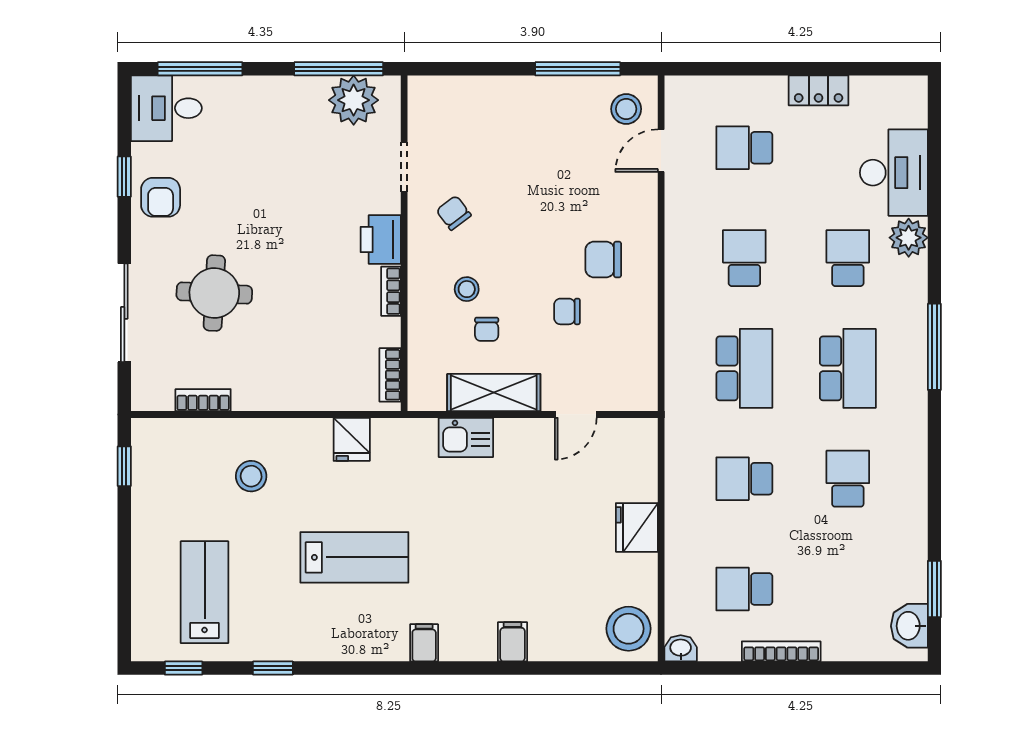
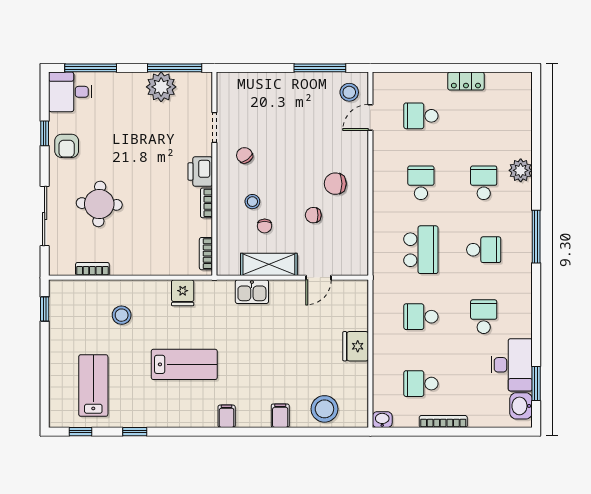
plant: (354, 100) -> (161, 87), moved
desk: (894, 173) -> (512, 365), moved
school desk: (848, 368) -> (484, 250), width x0.54
stool: (629, 629) -> (324, 409), moved

